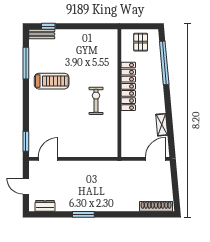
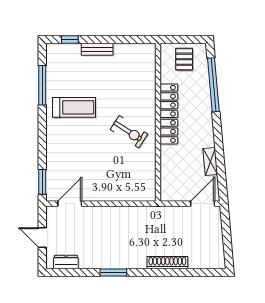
bench: (42, 34) -> (97, 49), moved
exercise bike: (96, 101) -> (129, 132), turned 123
shoe rack: (156, 206) -> (167, 263), moved

